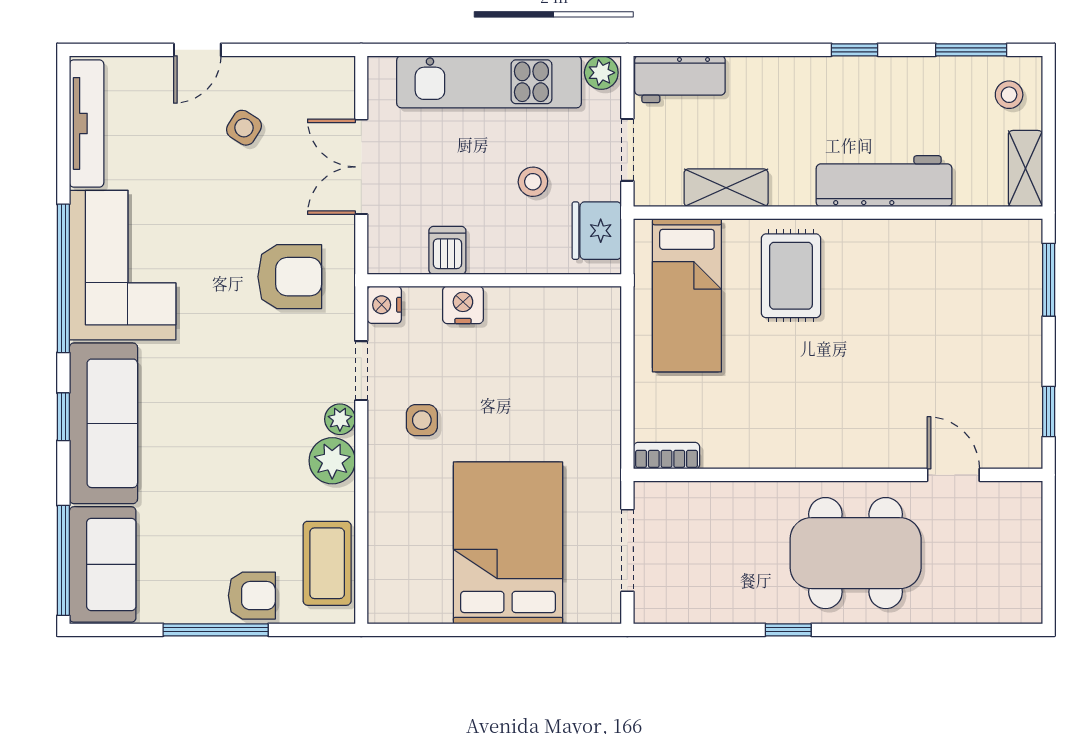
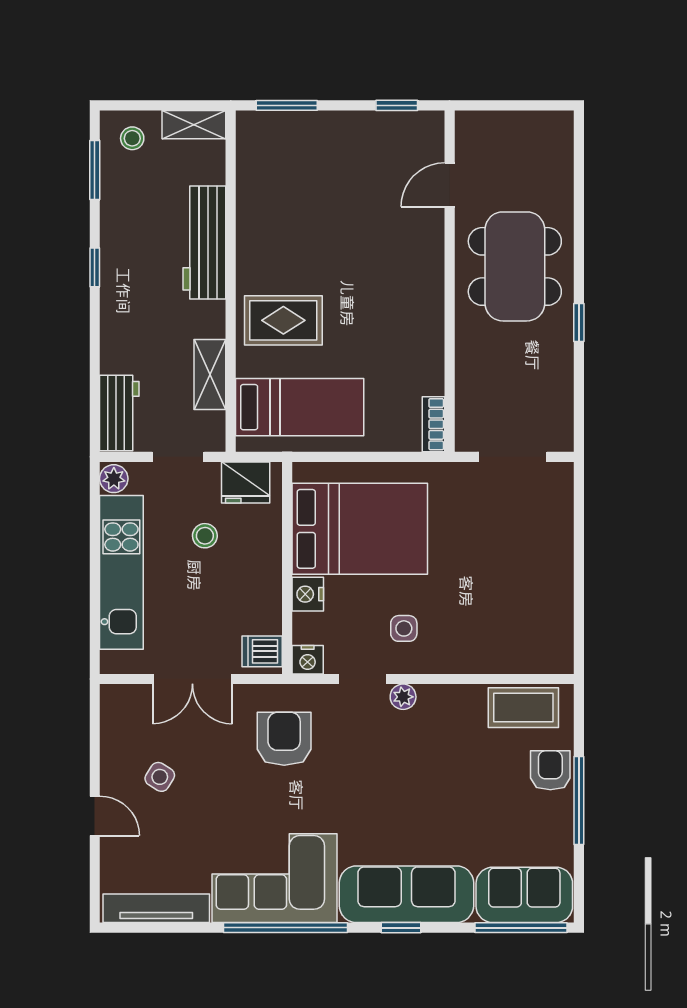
dishwasher: (447, 250) -> (262, 651), moved
plant: (332, 461) -> (438, 703), removed
bed: (508, 543) -> (360, 529), moved, turned 180

